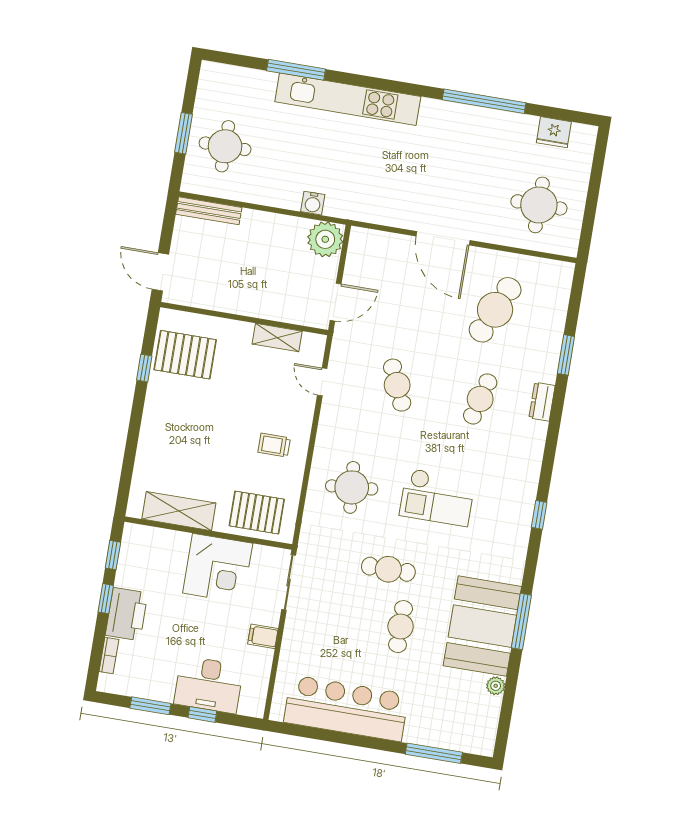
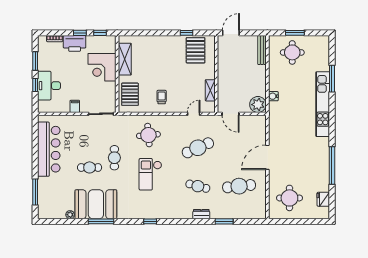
cafe table: (495, 310) -> (239, 186), turned -30
cafe table: (397, 385) -> (198, 148), width x1.37, depth x1.35
corner desk: (218, 568) -> (102, 67), moved

